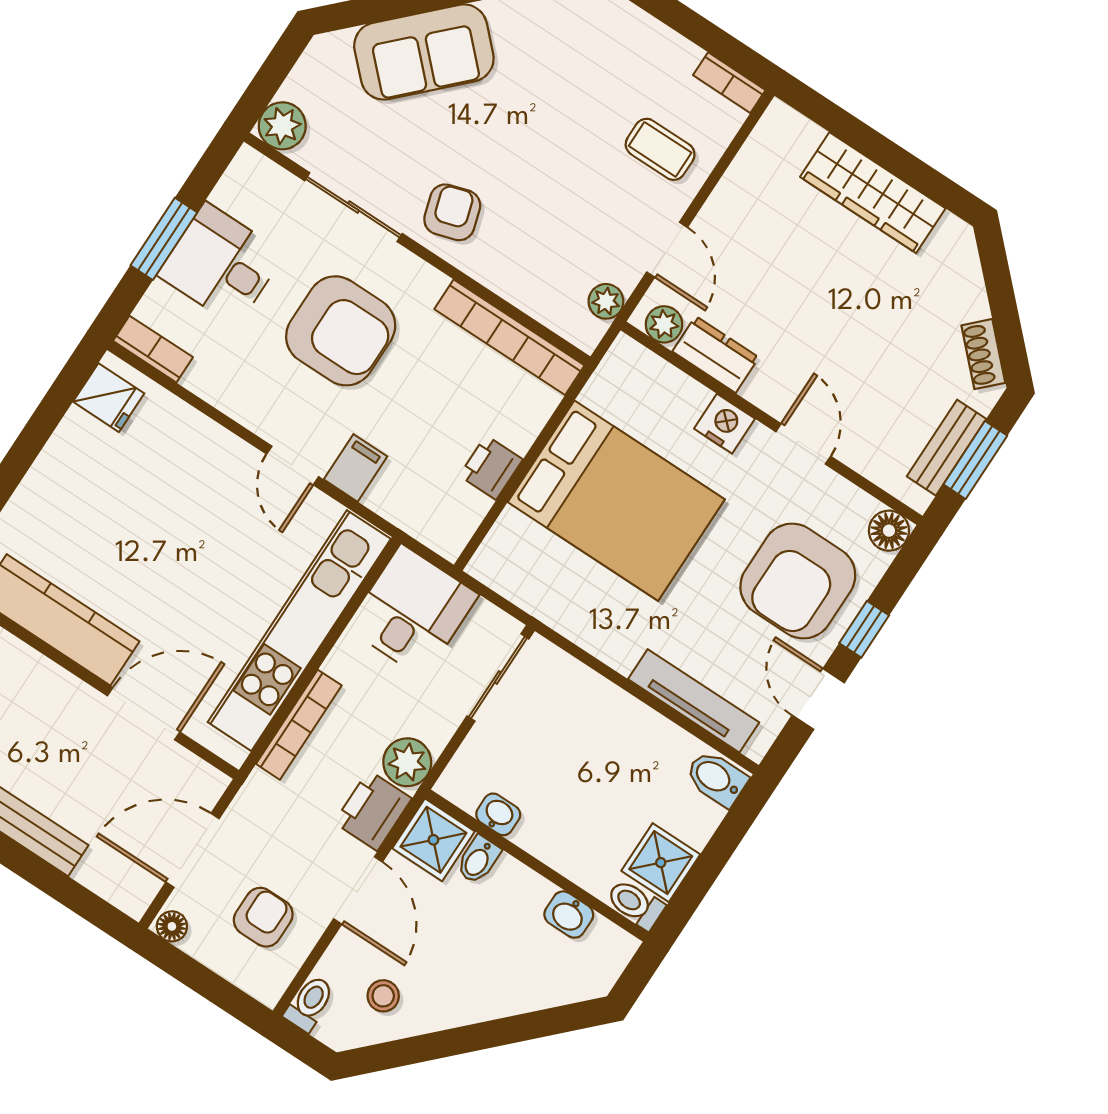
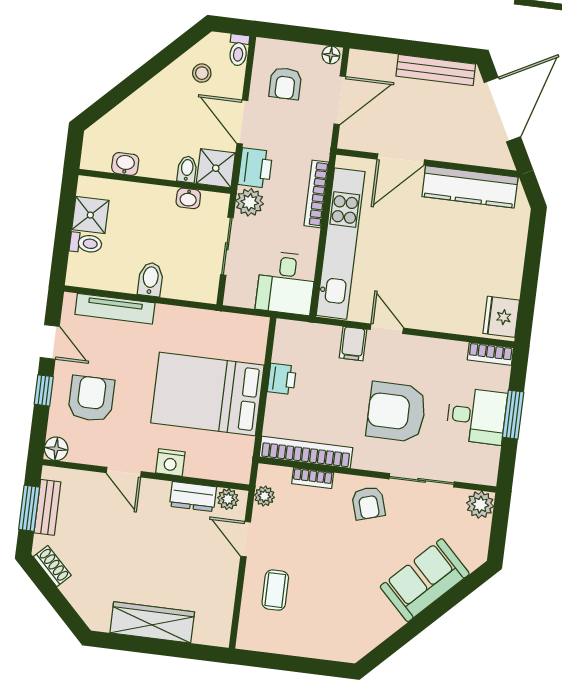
bookcase: (729, 83) -> (313, 478), moved, turned 180
coffee table: (660, 149) -> (275, 590), turned 90
fridge: (109, 398) -> (501, 317), width x1.38
armchair: (798, 581) -> (91, 399), width x0.73, depth x0.73
sliding door: (498, 678) -> (227, 246), moved
bidet: (716, 778) -> (150, 279), moved, turned -90
toilet: (635, 904) -> (86, 243), moved

